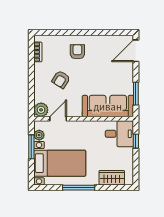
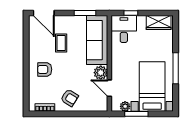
coffee table: (105, 69) -> (61, 43), added
armchair: (61, 79) -> (70, 98), moved
plant: (41, 110) -> (101, 73), moved
wardrobe: (112, 178) -> (159, 23), moved, turned -90

